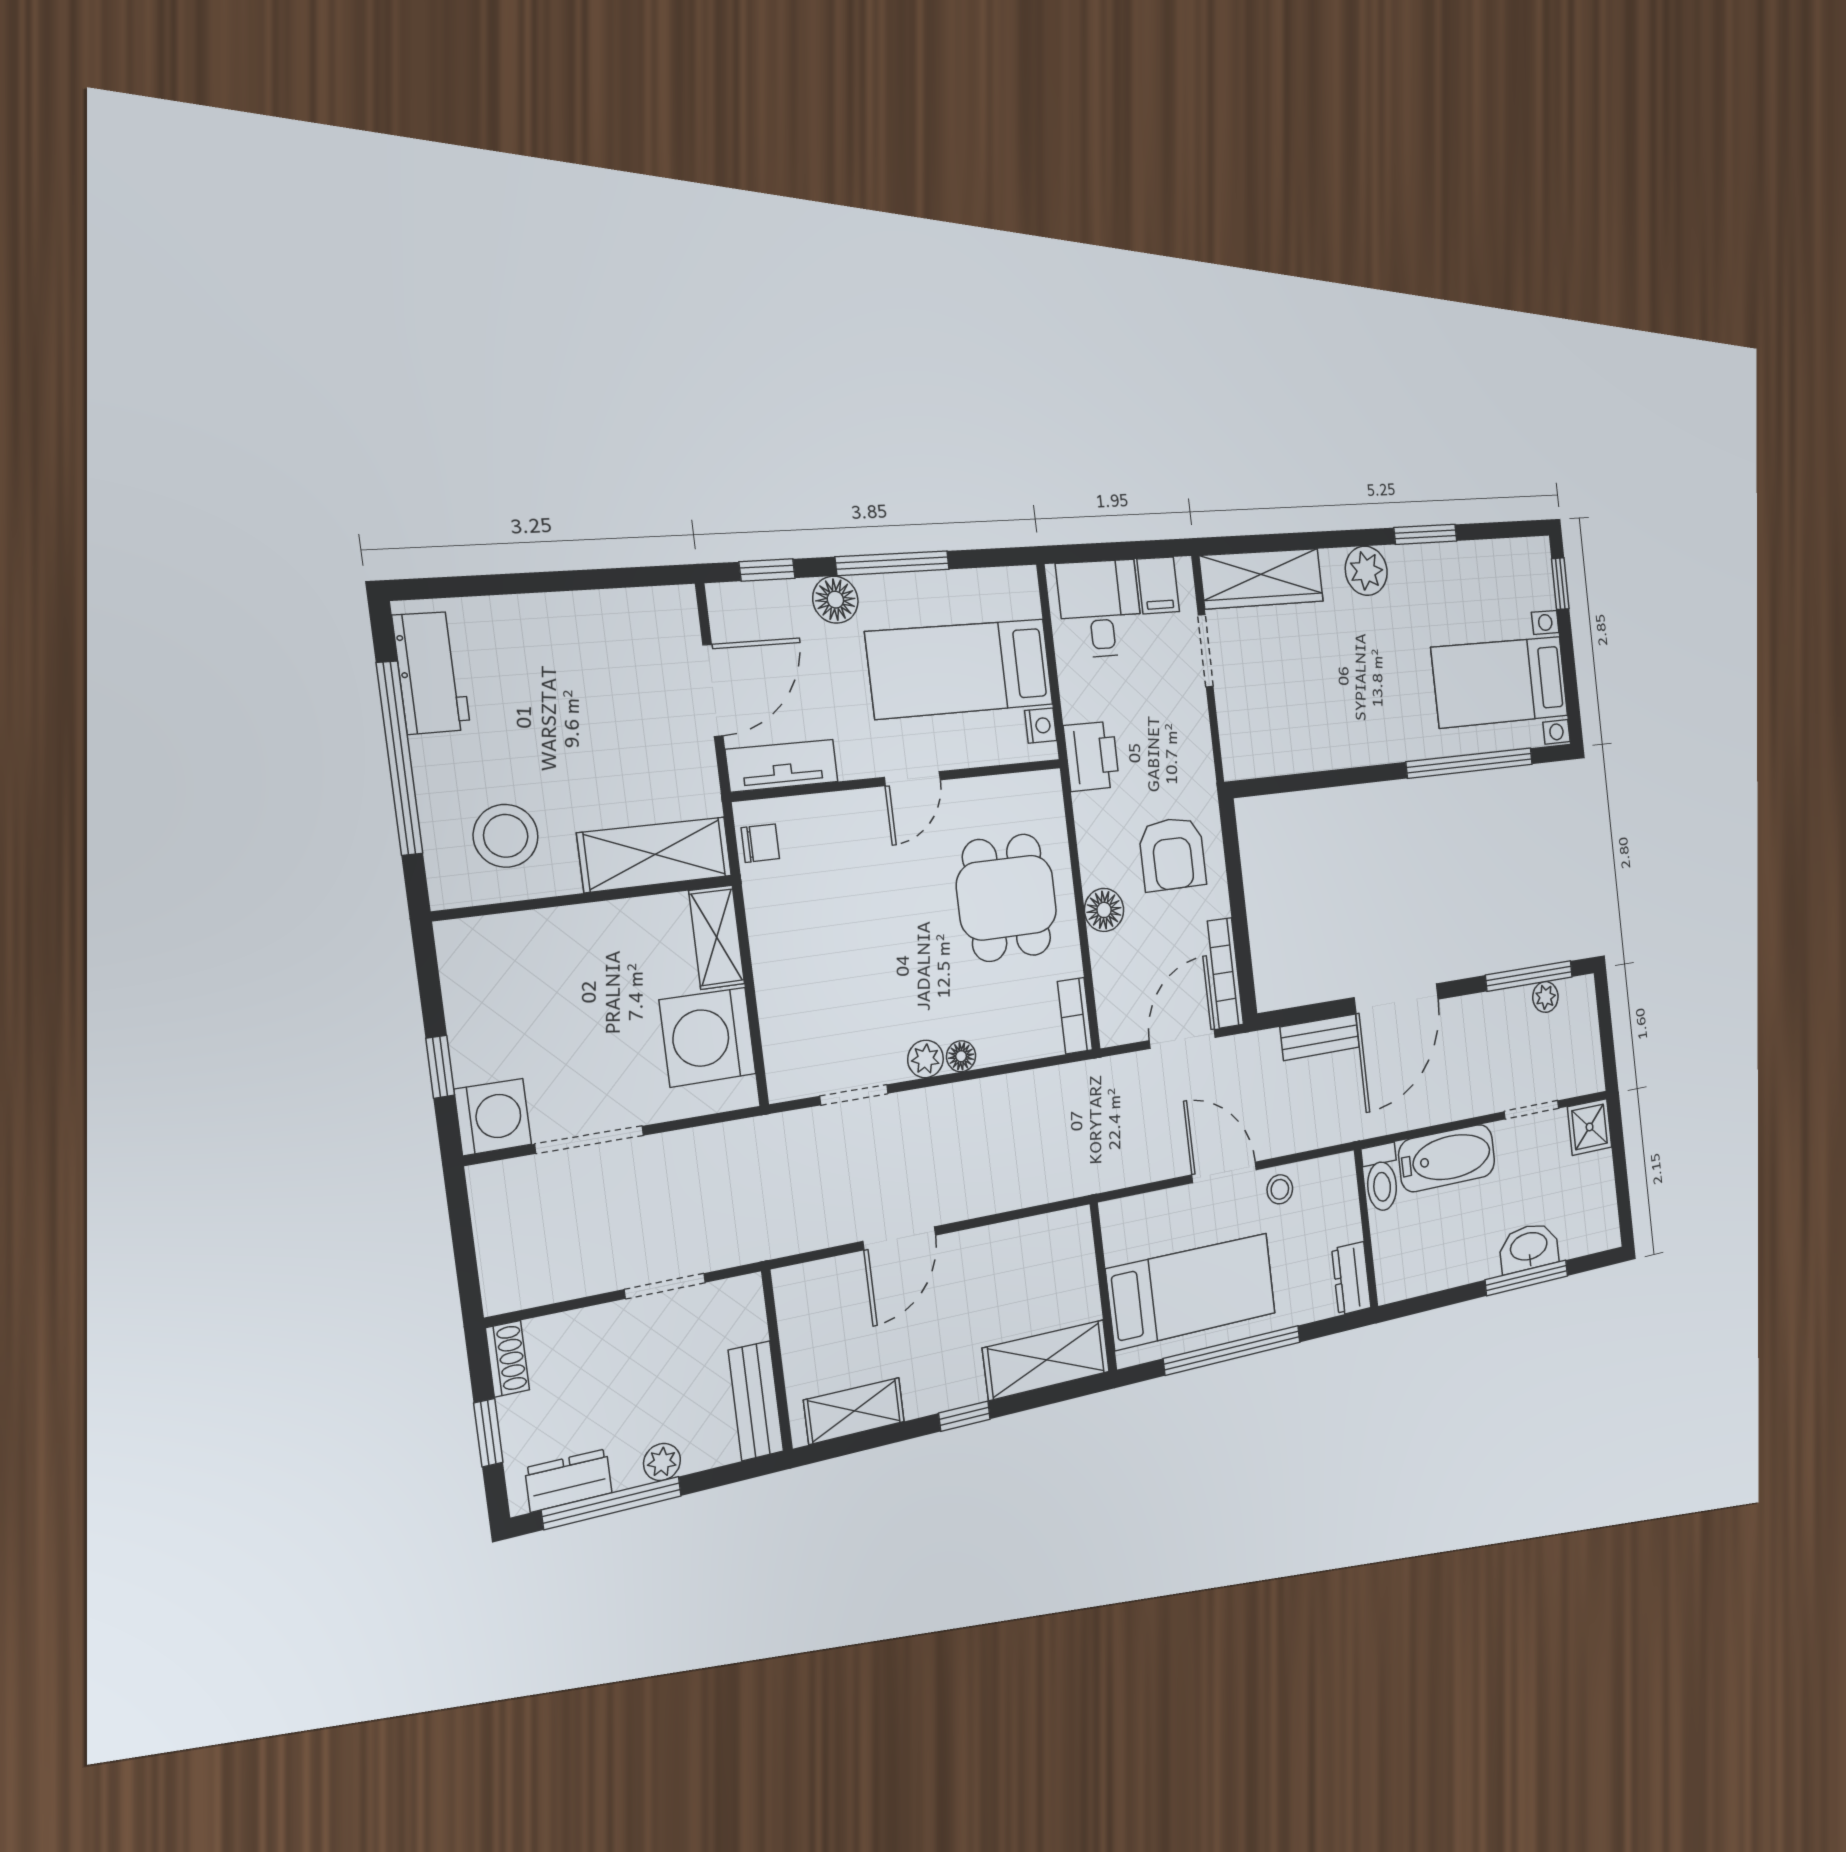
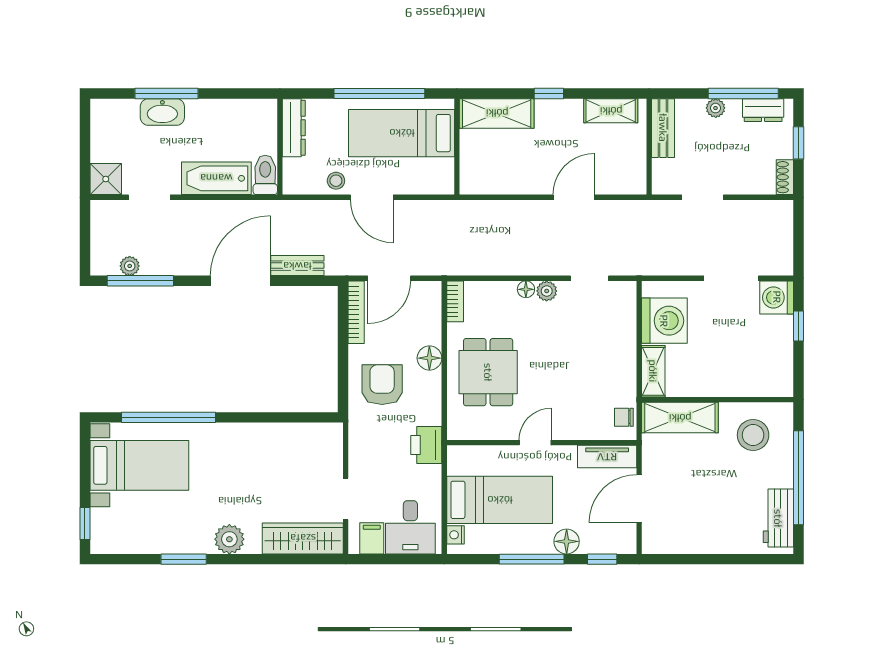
nightstand: (1041, 726) -> (455, 535), moved
dresser: (1351, 1278) -> (294, 128), width x1.44

